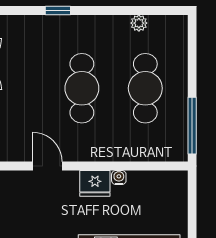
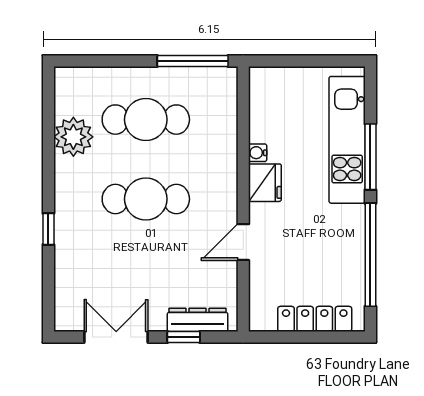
plant: (139, 23) -> (73, 137), width x1.87, depth x1.87

